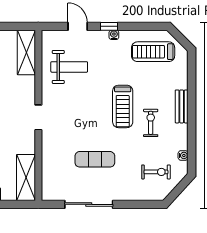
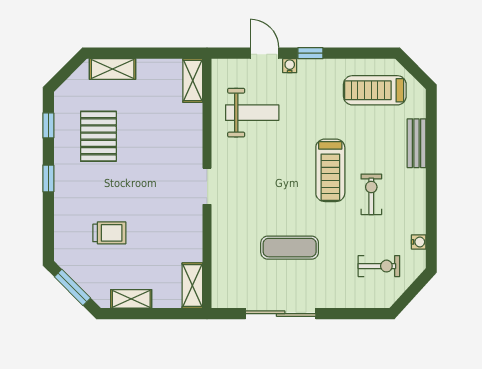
water cooler: (114, 35) -> (290, 66), moved
shelving: (26, 52) -> (193, 81), width x0.67, depth x0.75
bench: (182, 106) -> (416, 143), moved
shelving: (26, 177) -> (192, 285), width x0.67, depth x0.75

